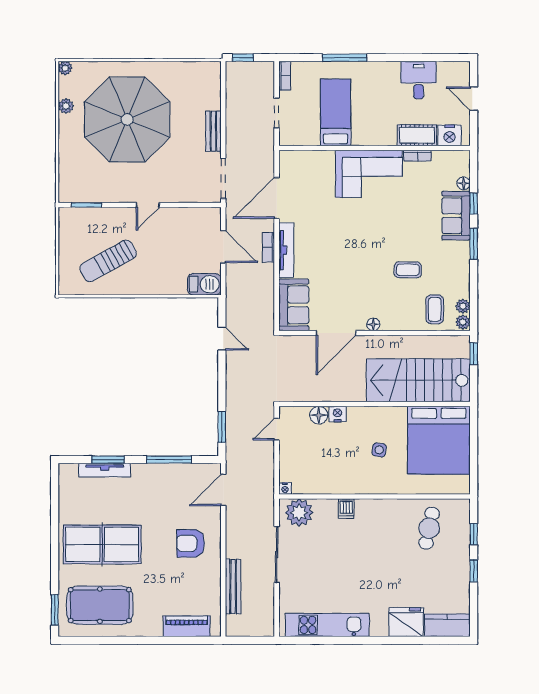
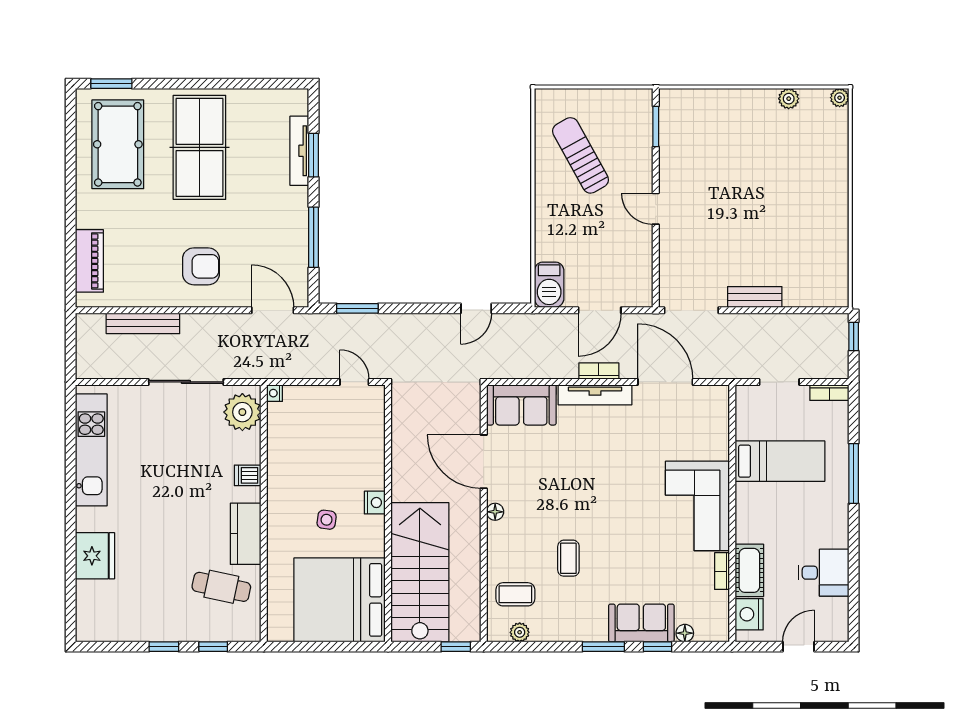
parasol: (127, 119) -> (771, 181), removed
plant: (463, 322) -> (498, 632), removed
nightstand: (338, 414) -> (375, 503), moved
floor lamp: (319, 415) -> (373, 438), removed
armchair: (191, 543) -> (201, 266), turned 90
kitchen counter: (447, 625) -> (246, 534), moved, turned 180

